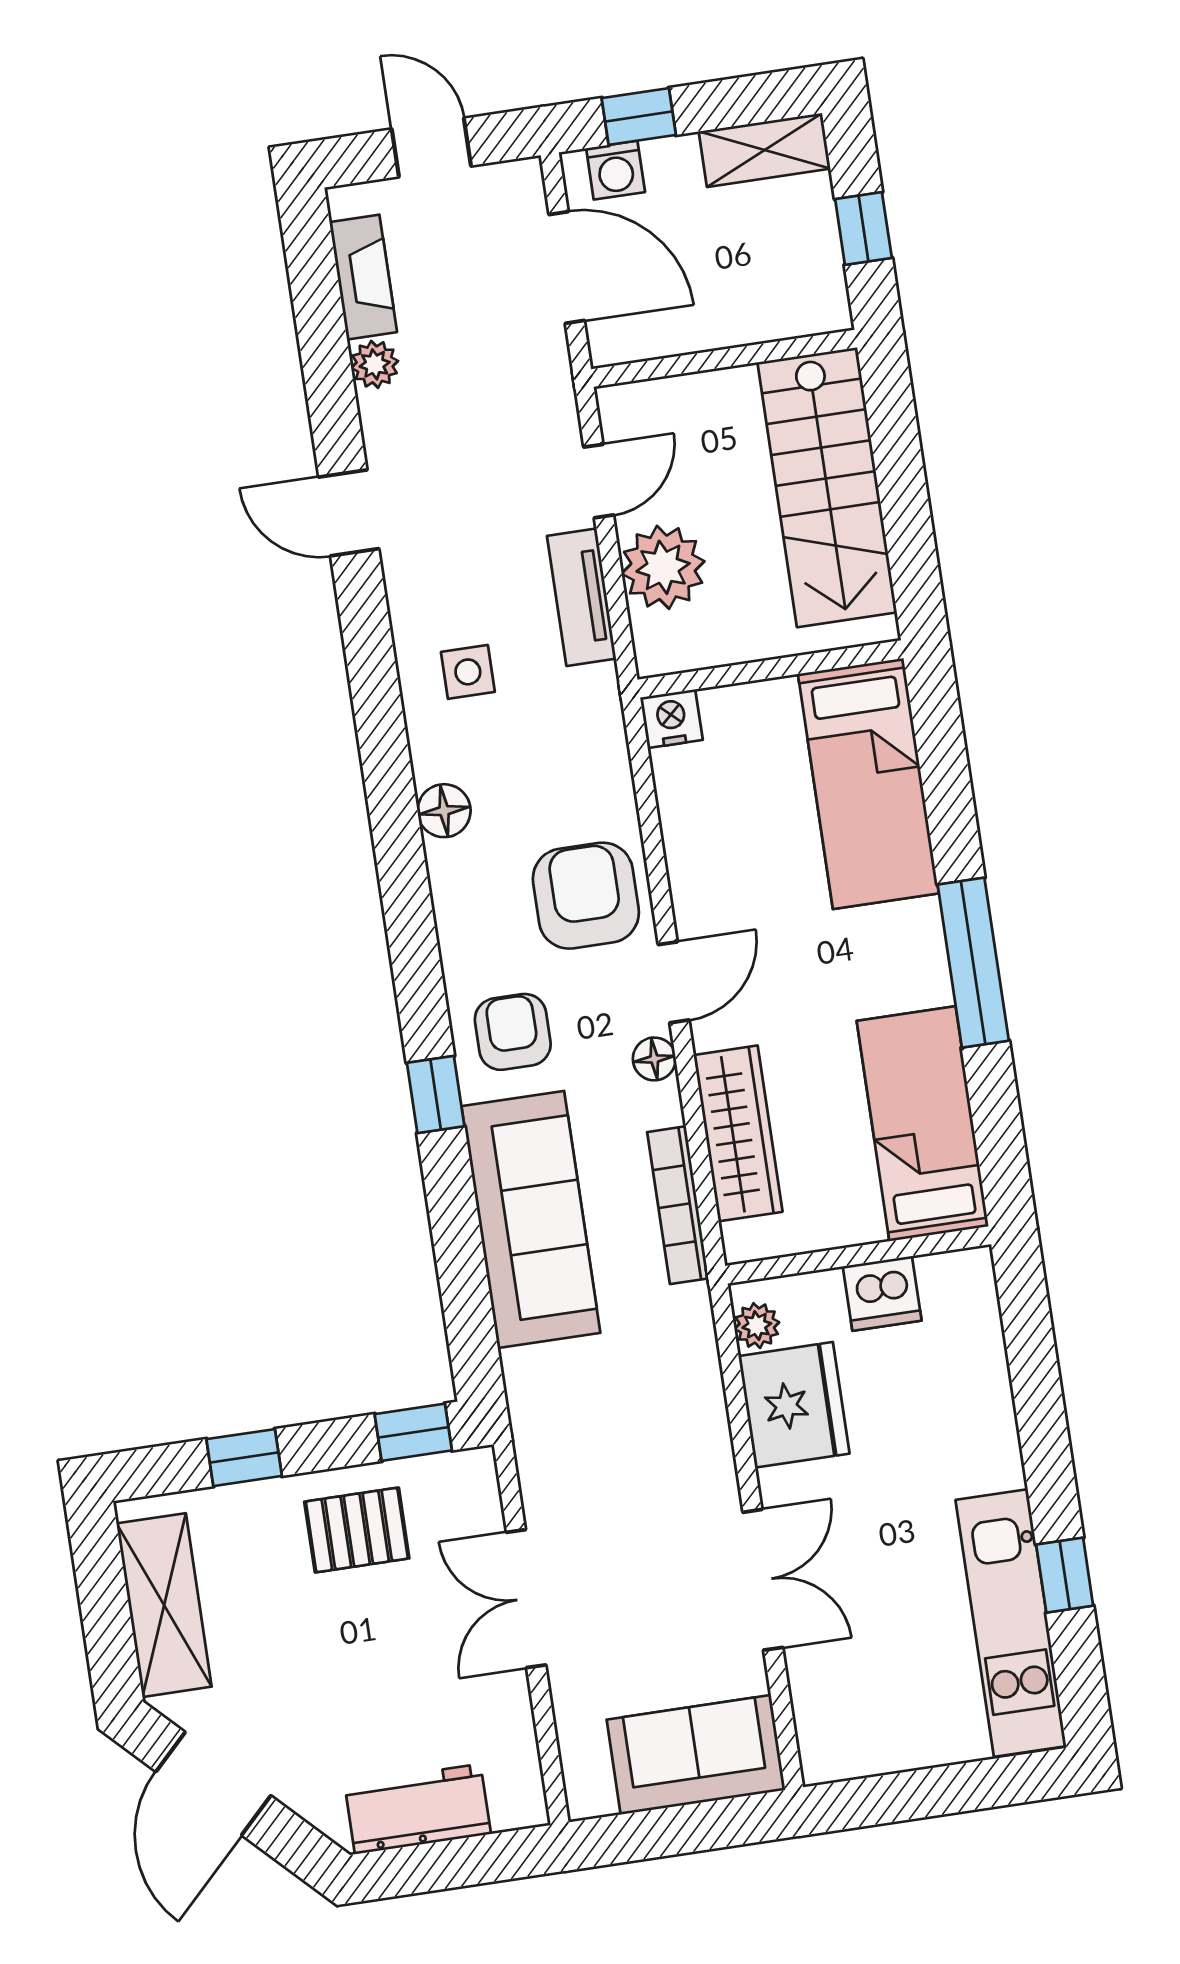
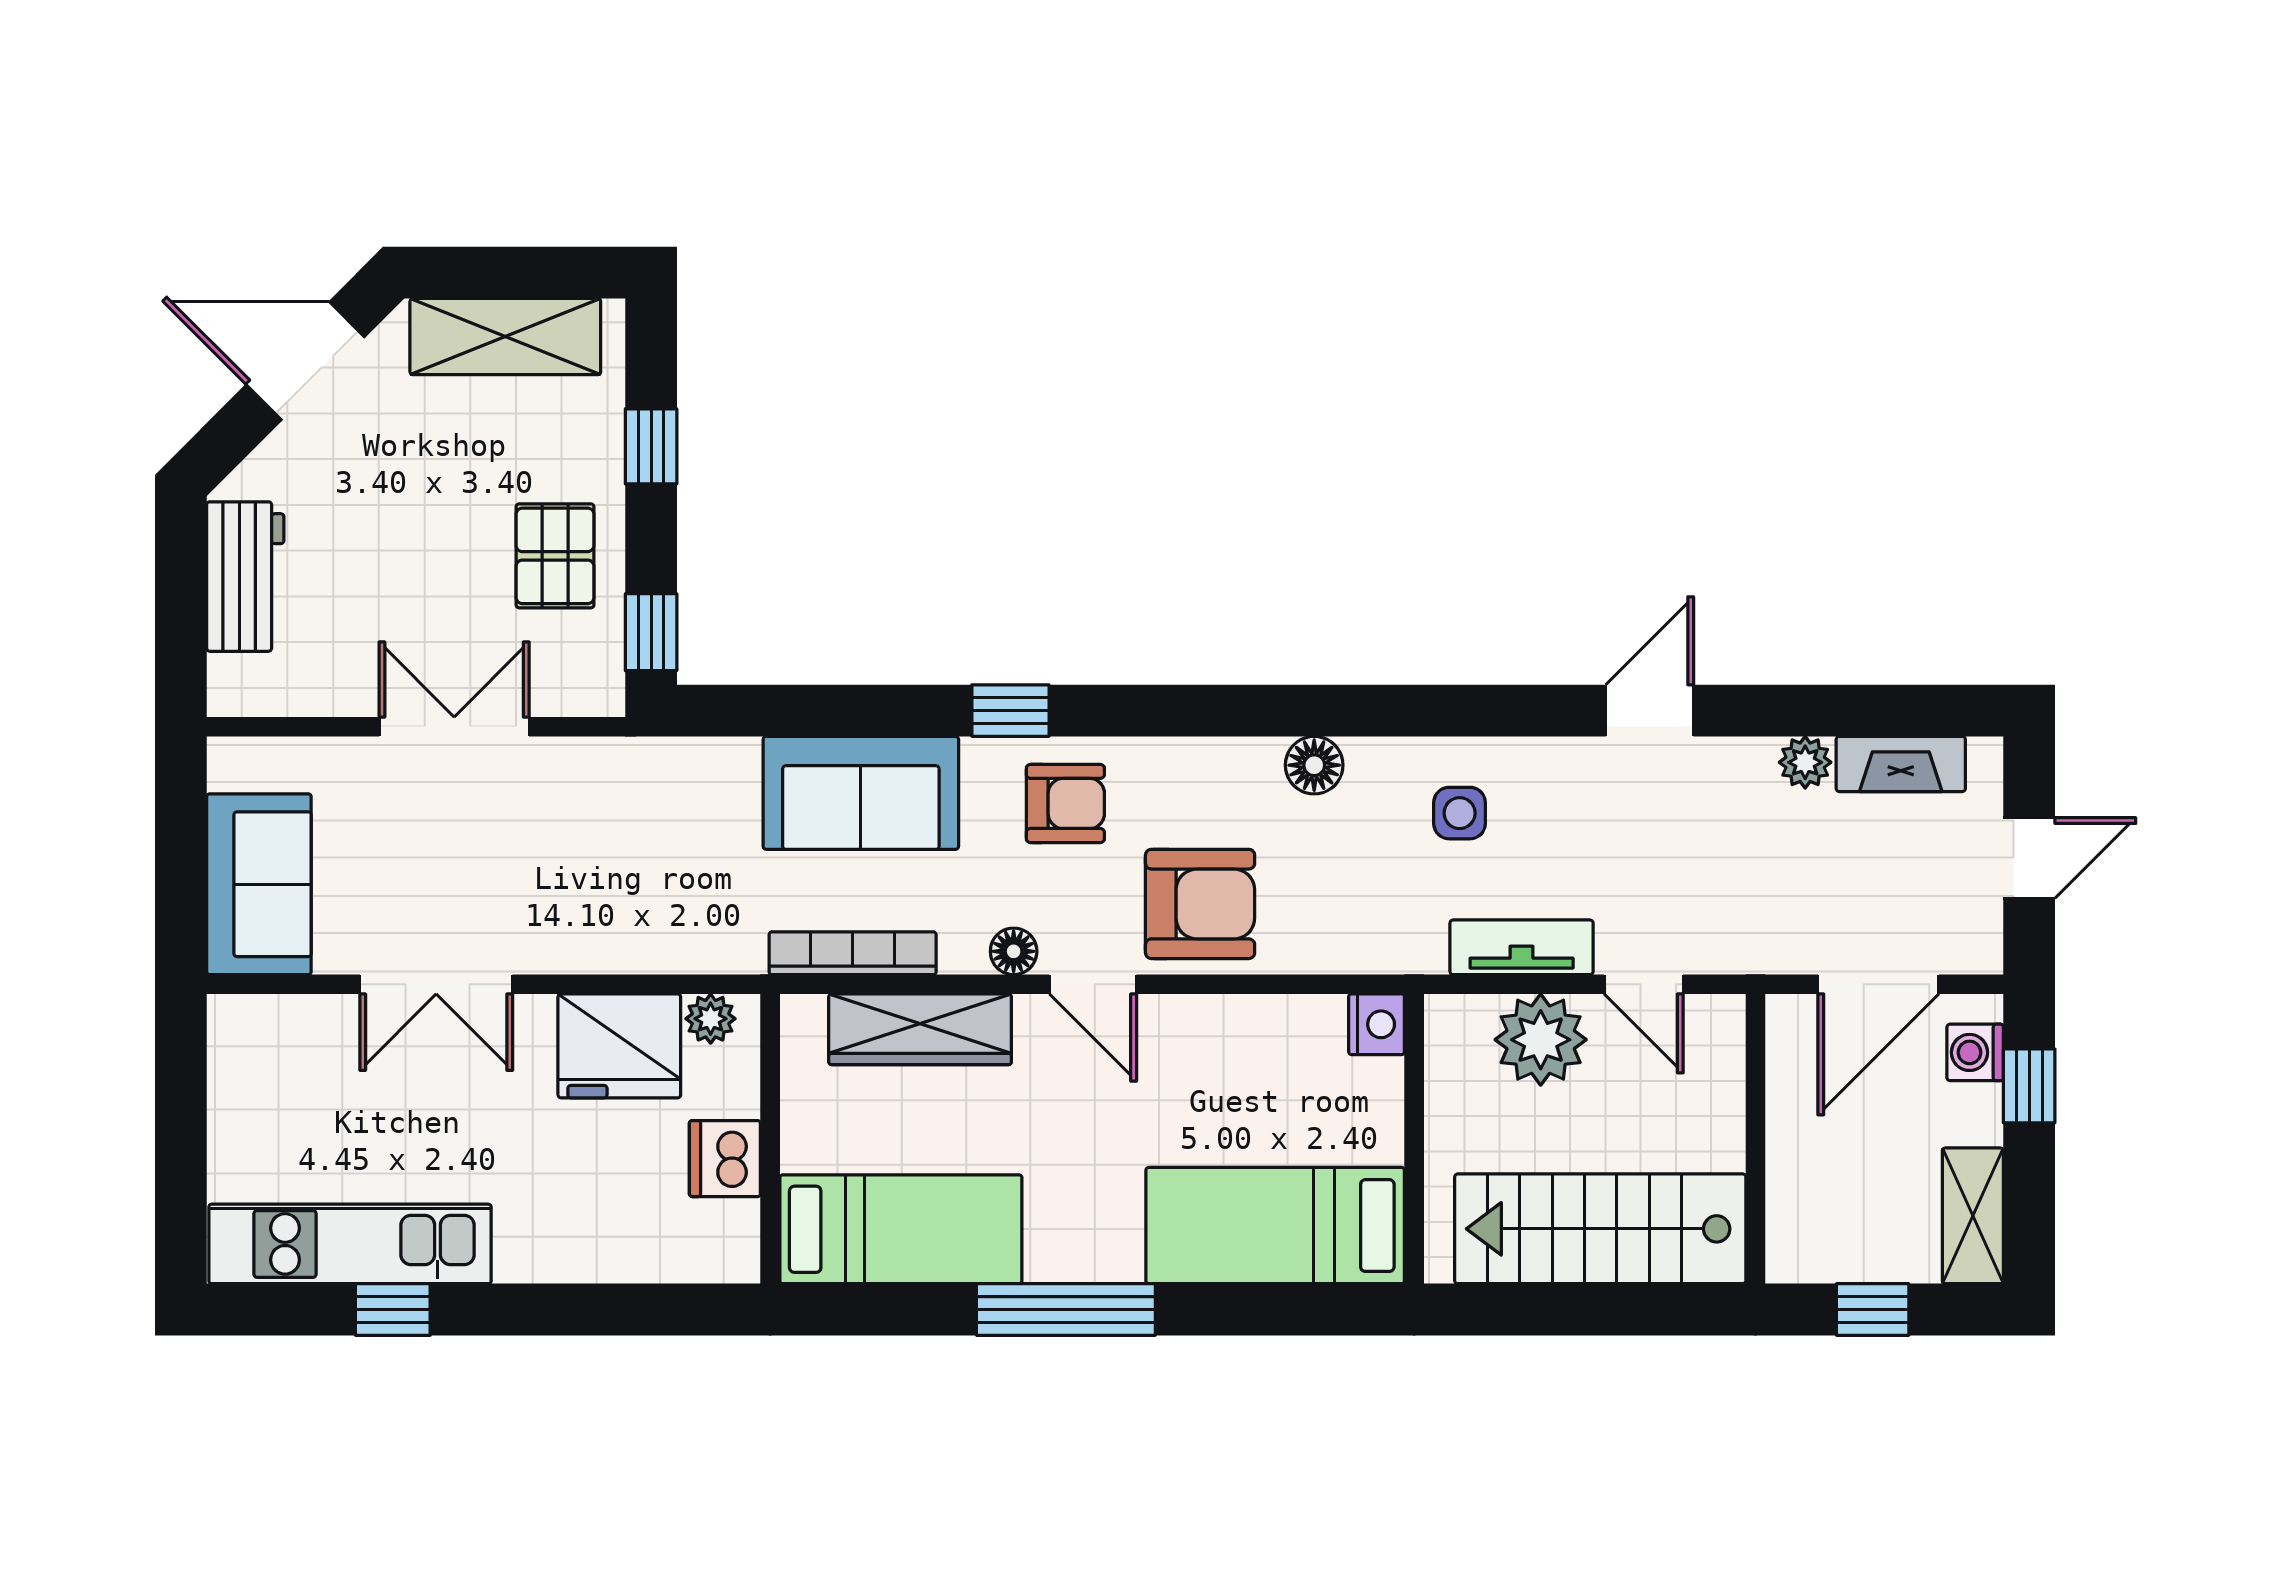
sofa: (531, 1219) -> (861, 793), width x0.73

